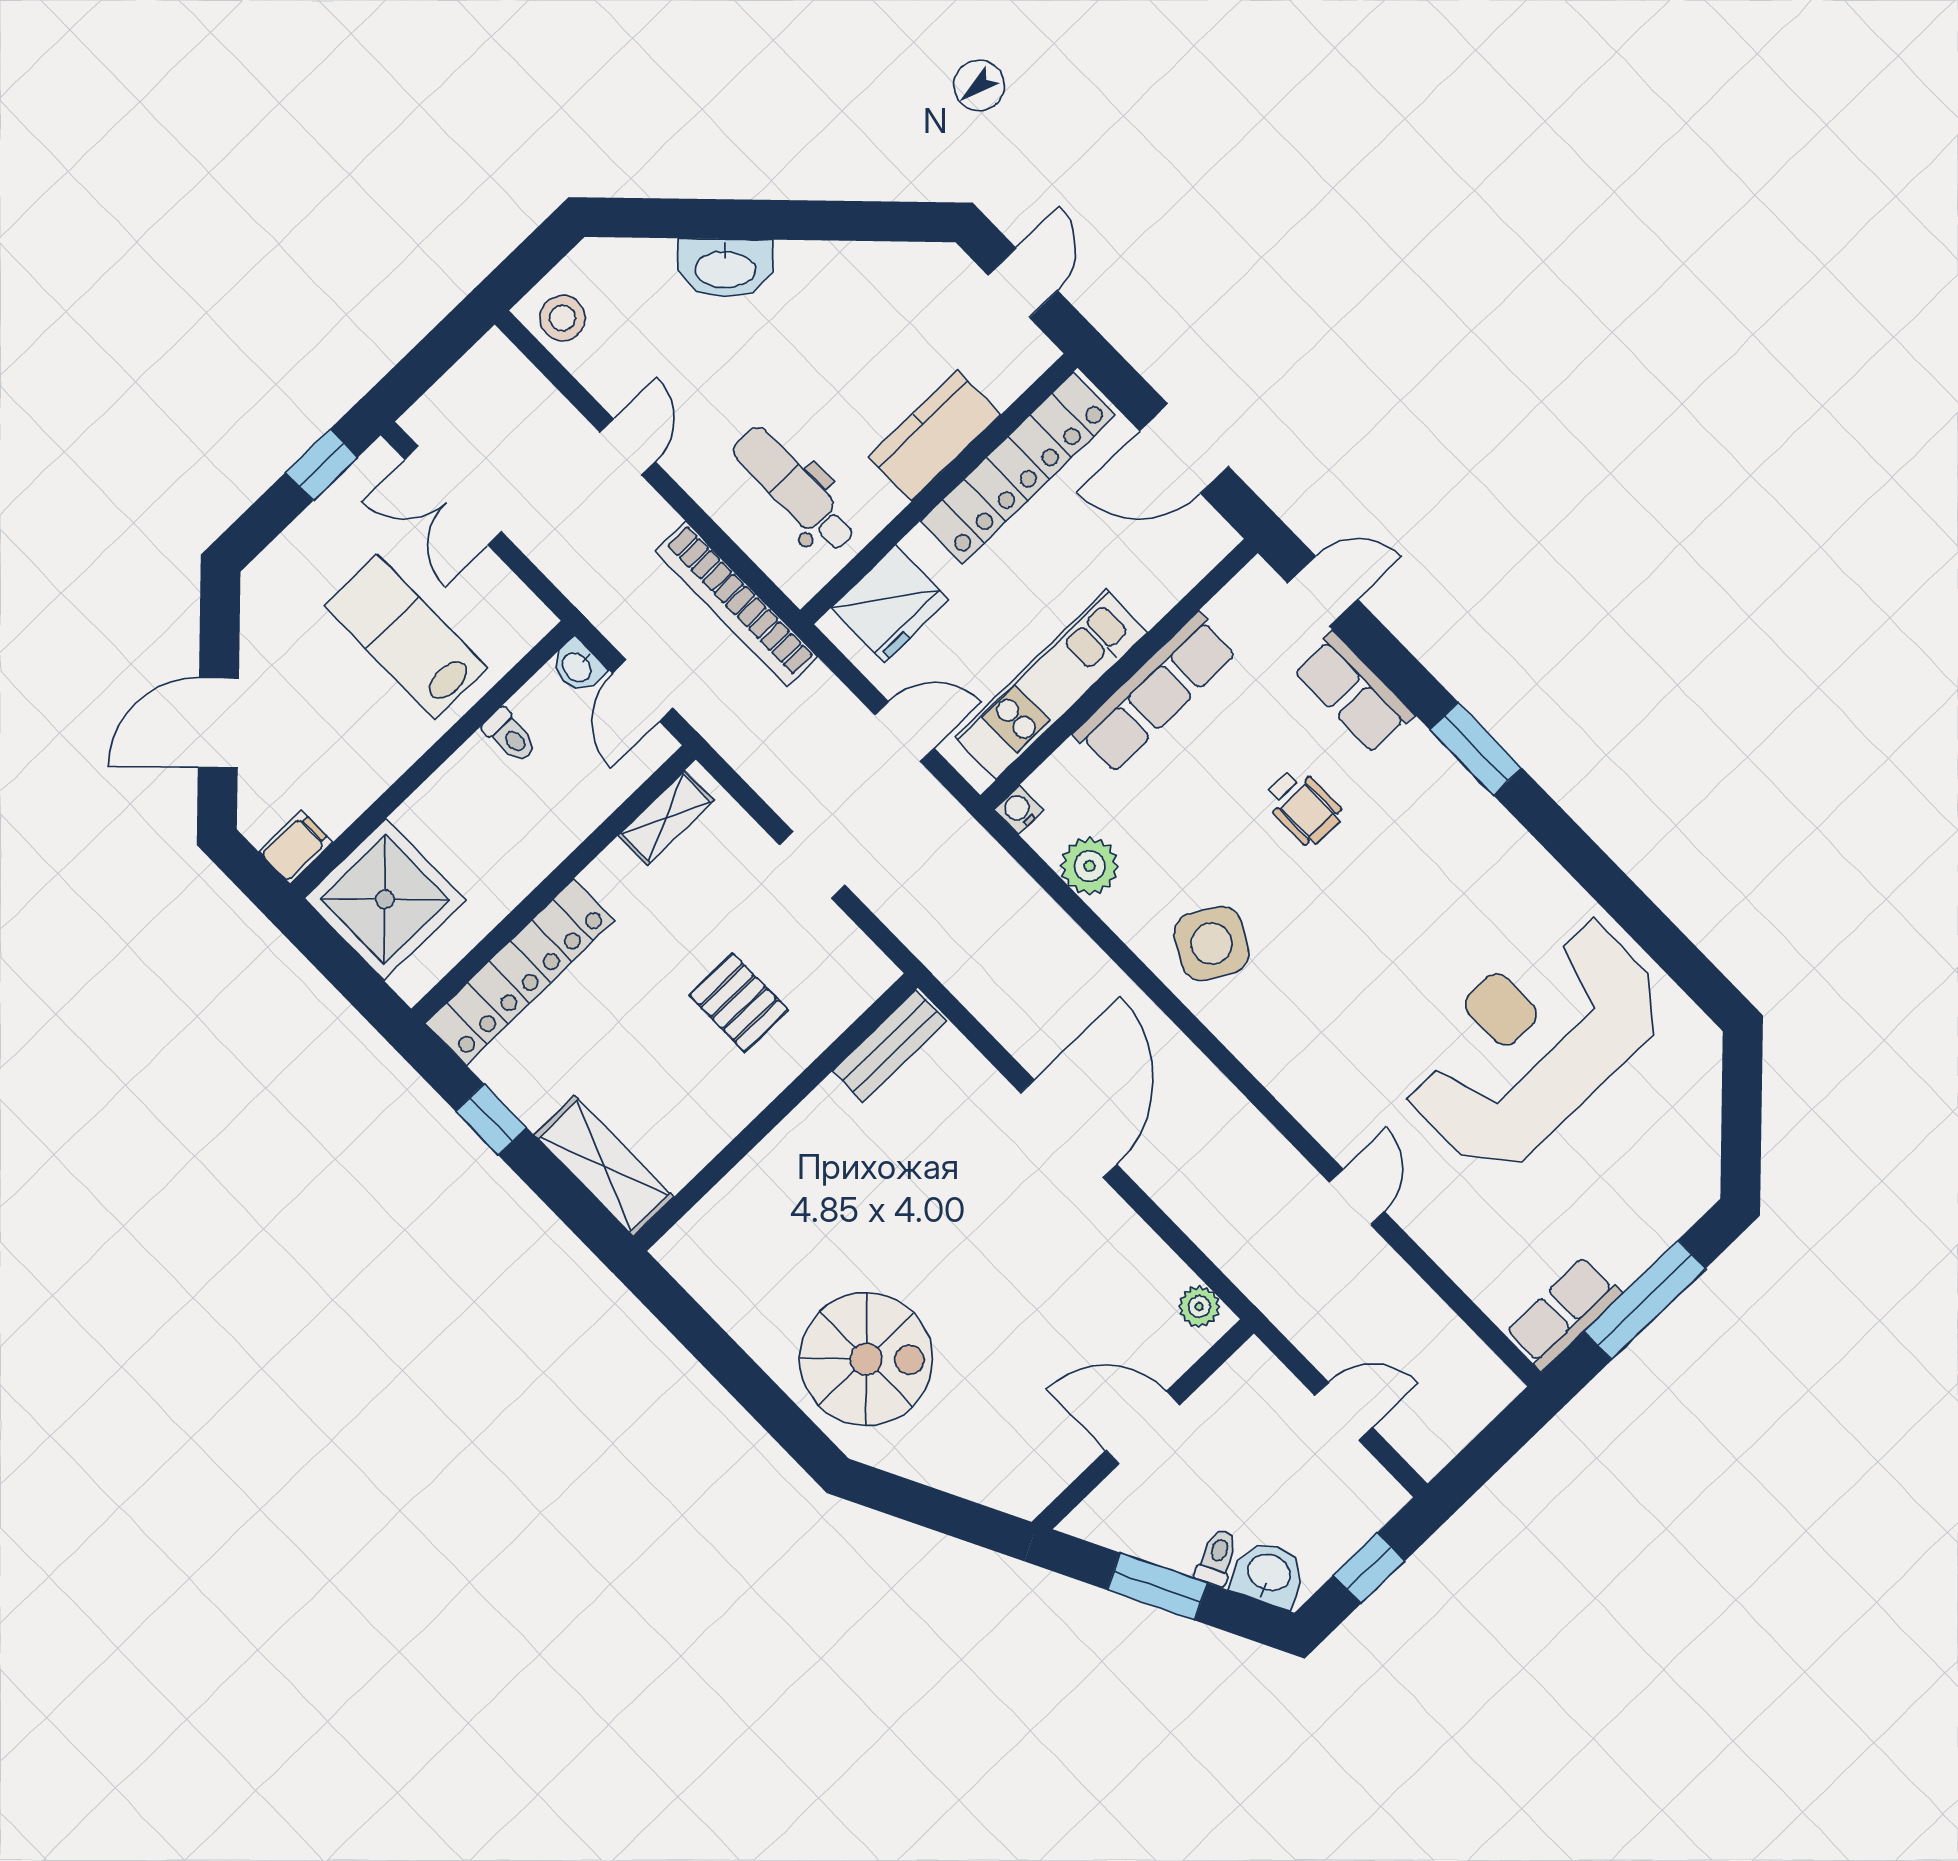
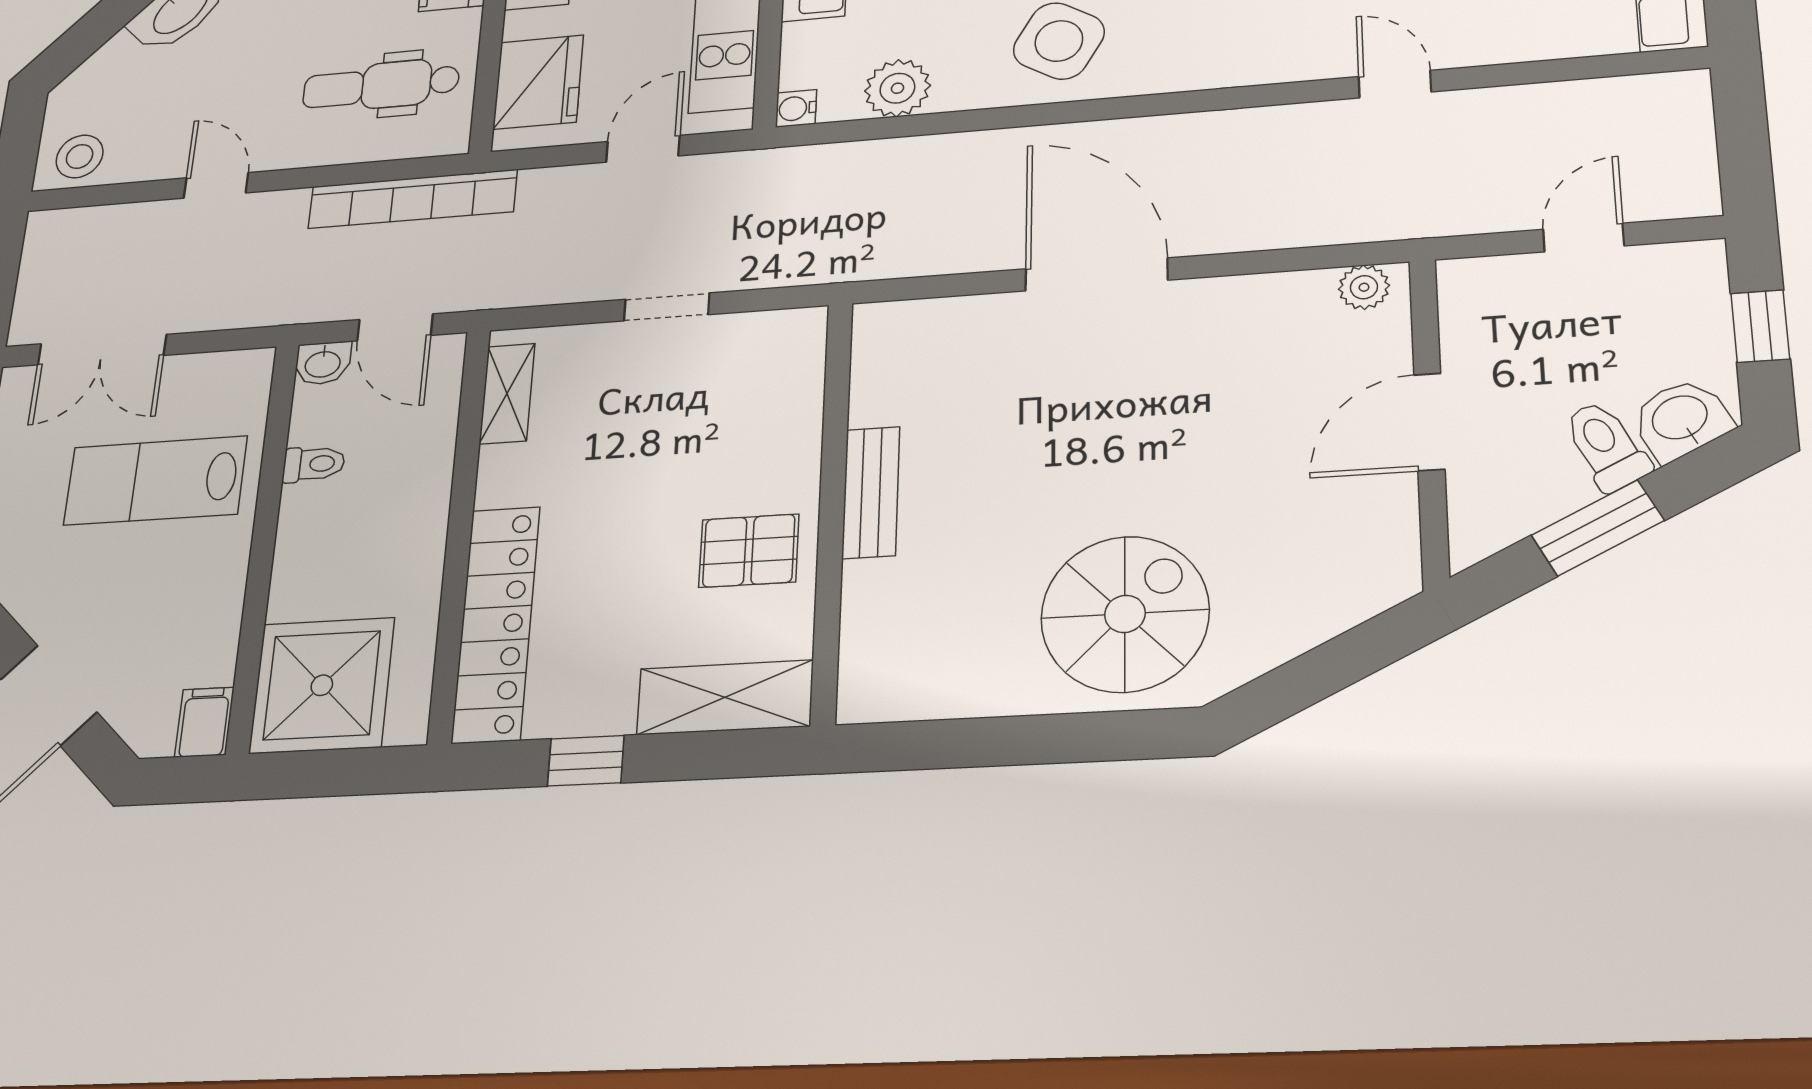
pallet: (739, 1003) -> (749, 551), moved
bench: (889, 1046) -> (871, 492), moved
toilet: (1217, 1557) -> (1606, 446), width x1.37, depth x1.39

